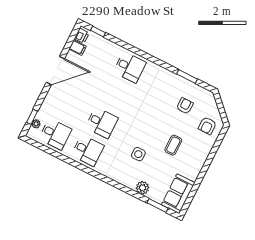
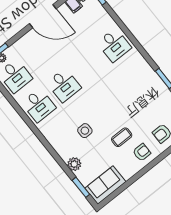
armchair: (185, 106) -> (142, 152), moved

